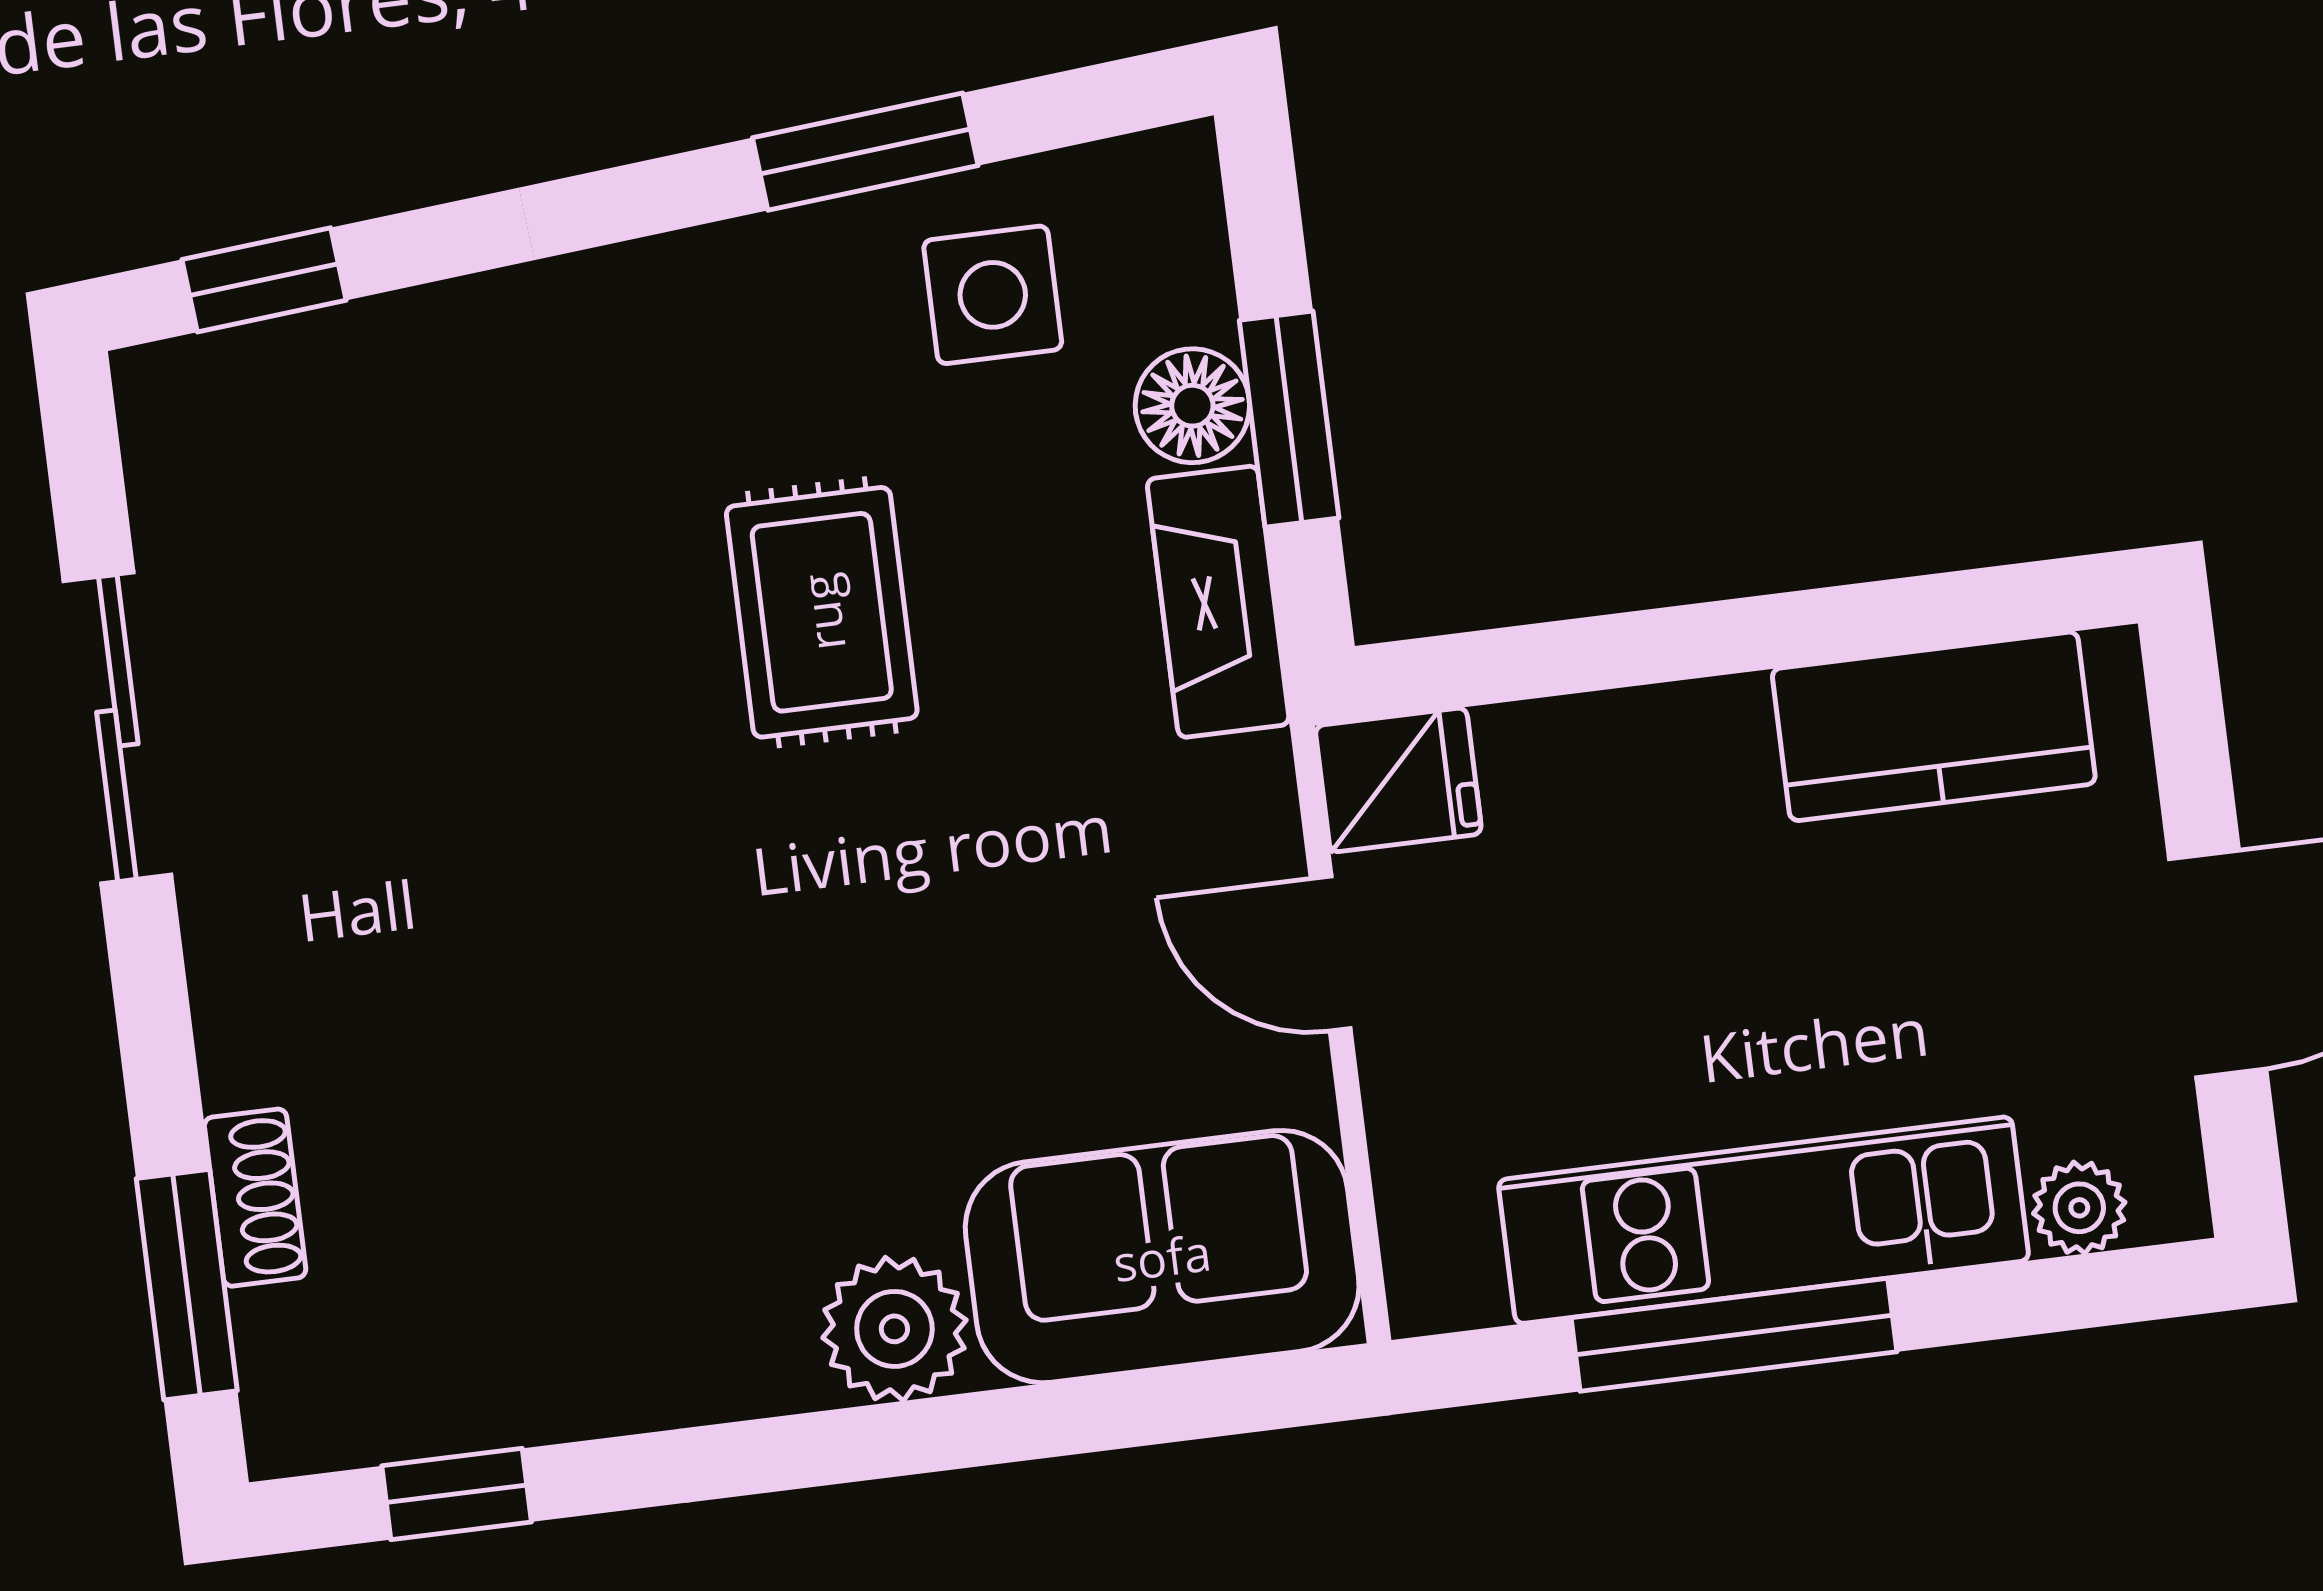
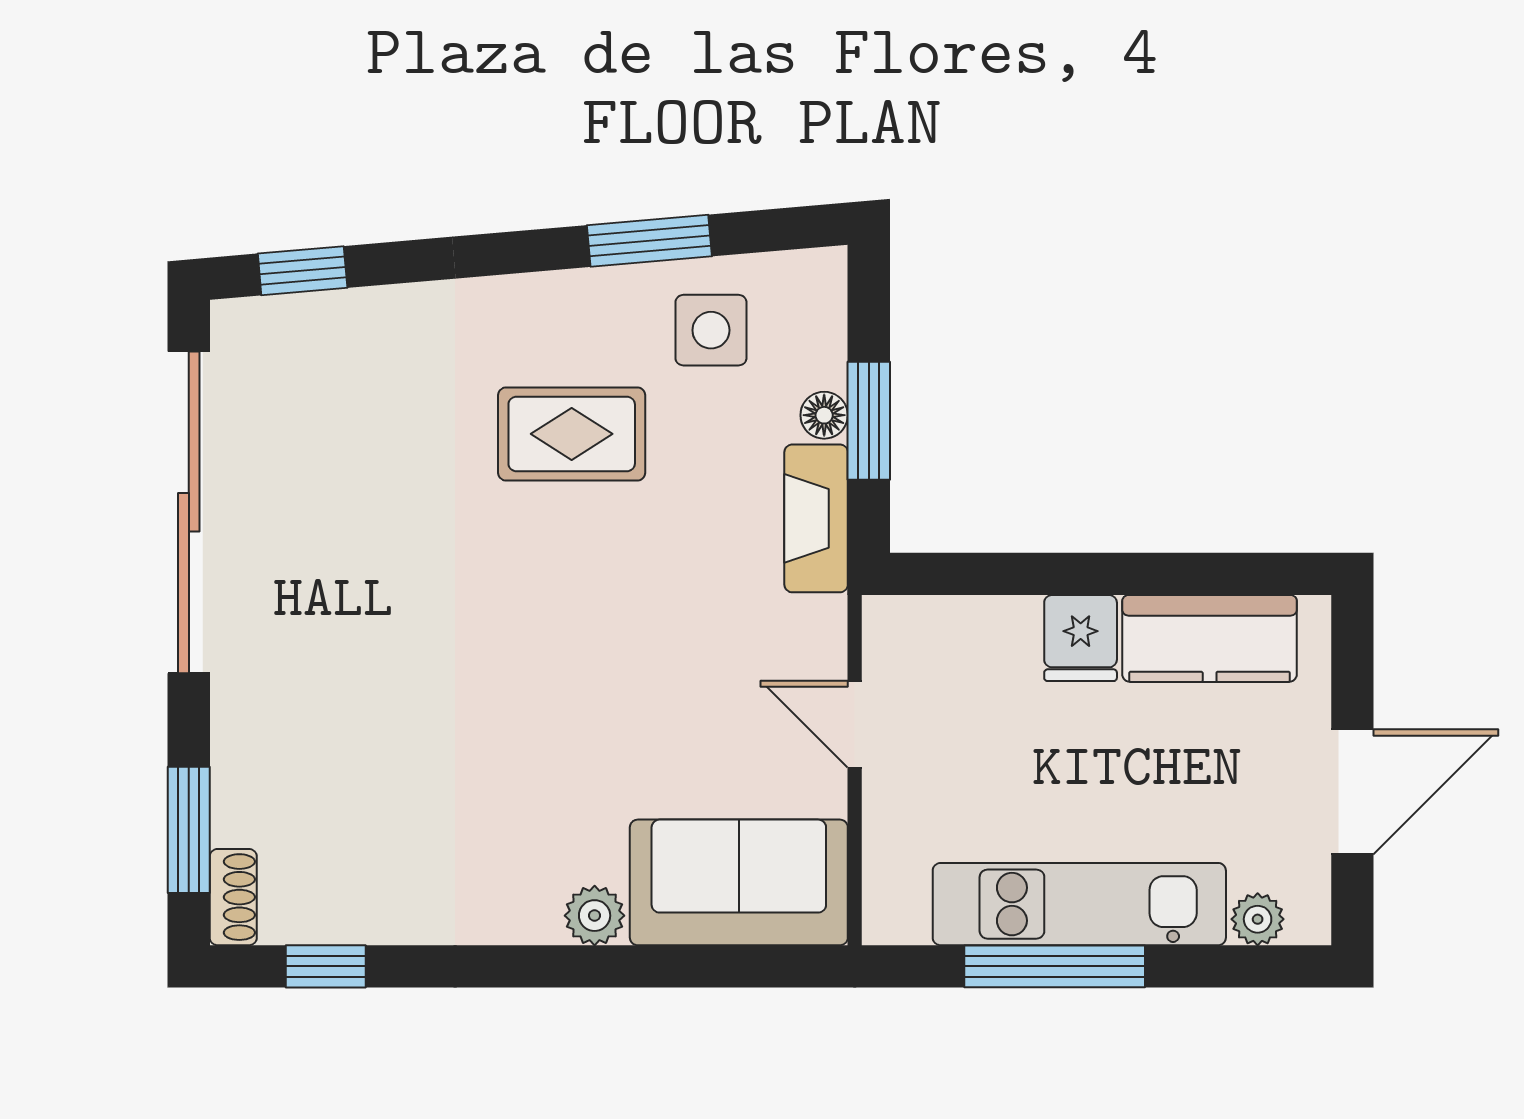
floor lamp: (1192, 406) -> (824, 415), width x0.73, depth x0.73
rug: (822, 612) -> (572, 434), moved, turned 90
sliding door: (117, 728) -> (189, 512), width x1.86
fridge: (1398, 780) -> (1081, 638), moved, turned 90
shoe rack: (255, 1198) -> (233, 897), moved
plant: (894, 1329) -> (595, 916), width x0.73, depth x0.73

